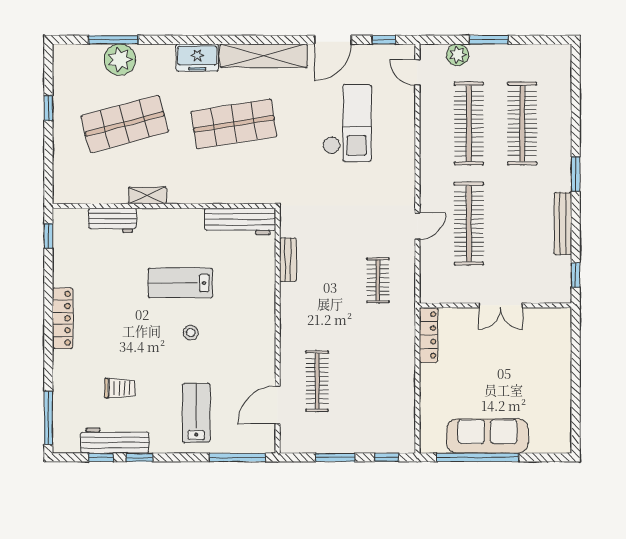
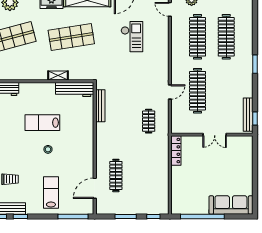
checkout: (347, 123) -> (132, 37), width x0.73, depth x0.83
shelving: (147, 195) -> (58, 76), moved
bench: (563, 224) -> (248, 115), moved
bench: (288, 260) -> (100, 106), width x1.36
sofa: (487, 436) -> (231, 205), moved

